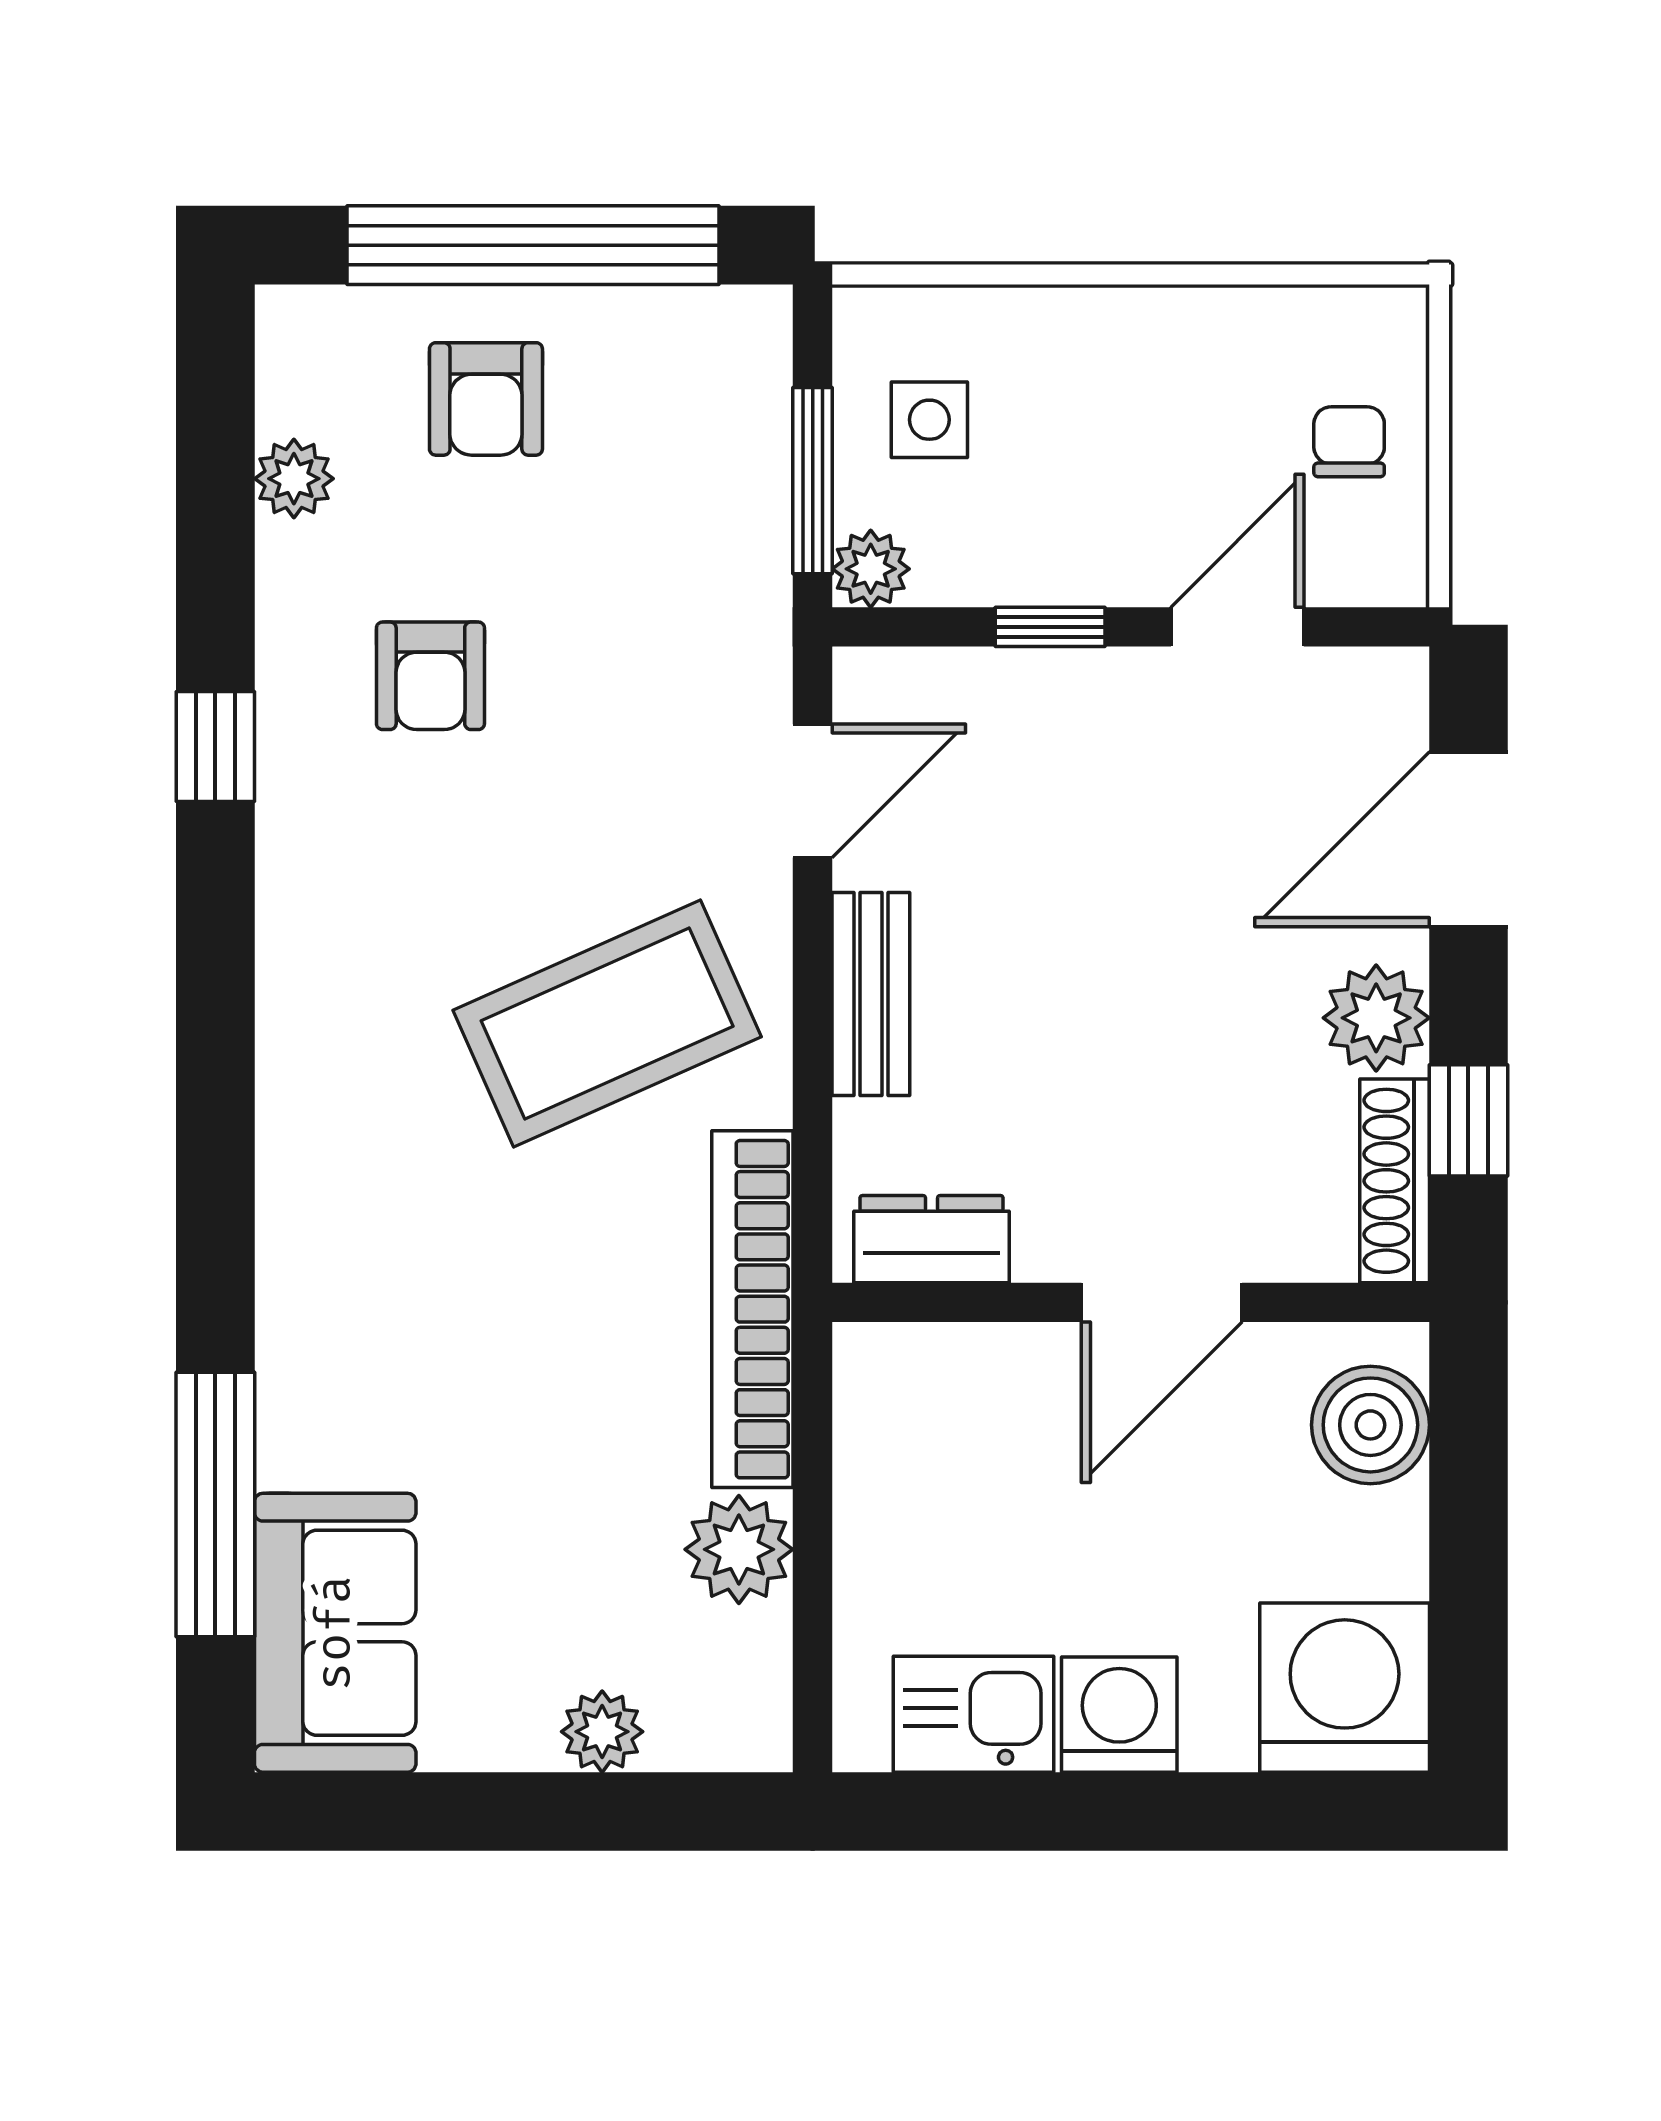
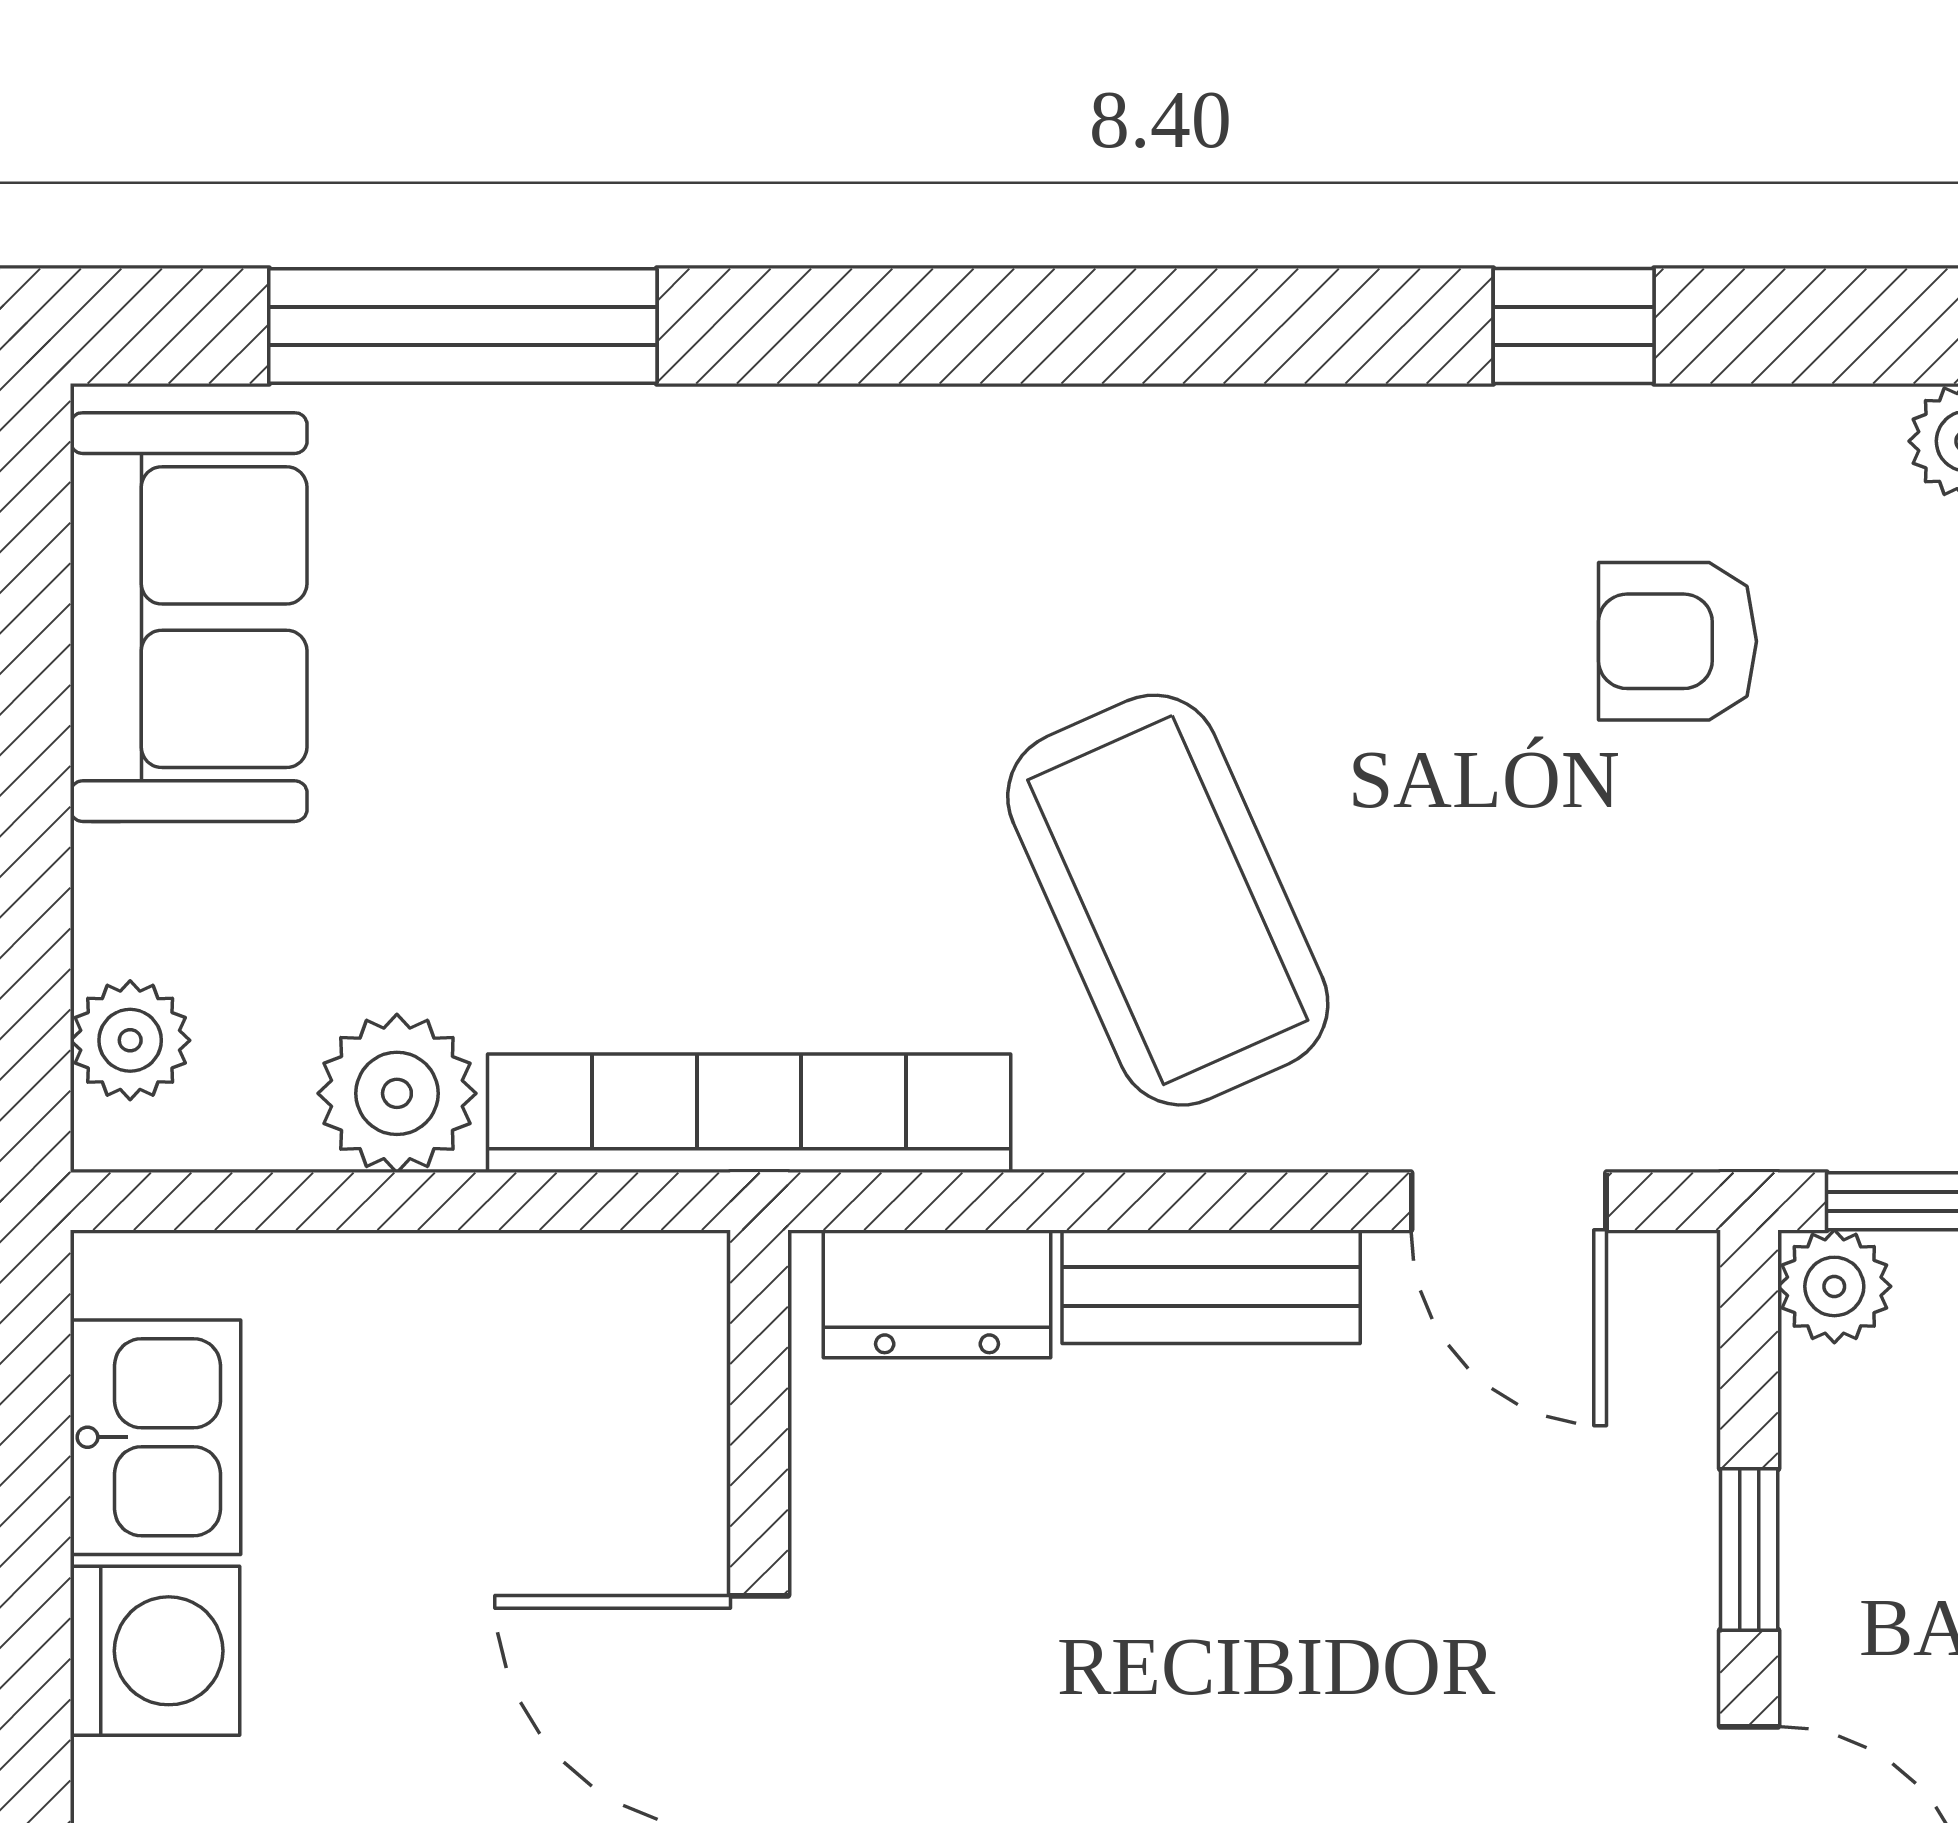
dresser: (932, 1239) -> (937, 1294), moved, turned 90
sofa: (335, 1633) -> (189, 617), moved, turned -90
plant: (602, 1732) -> (130, 1040), moved

